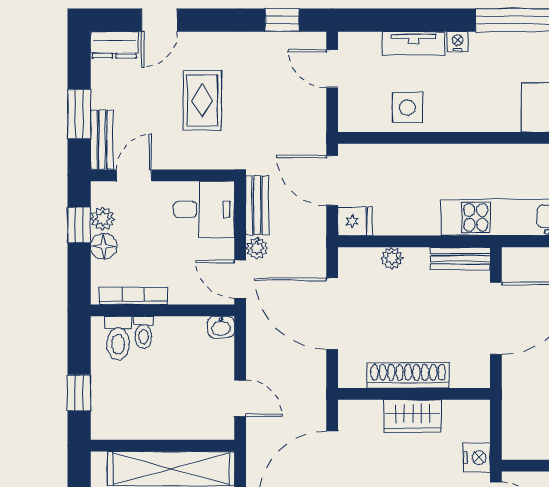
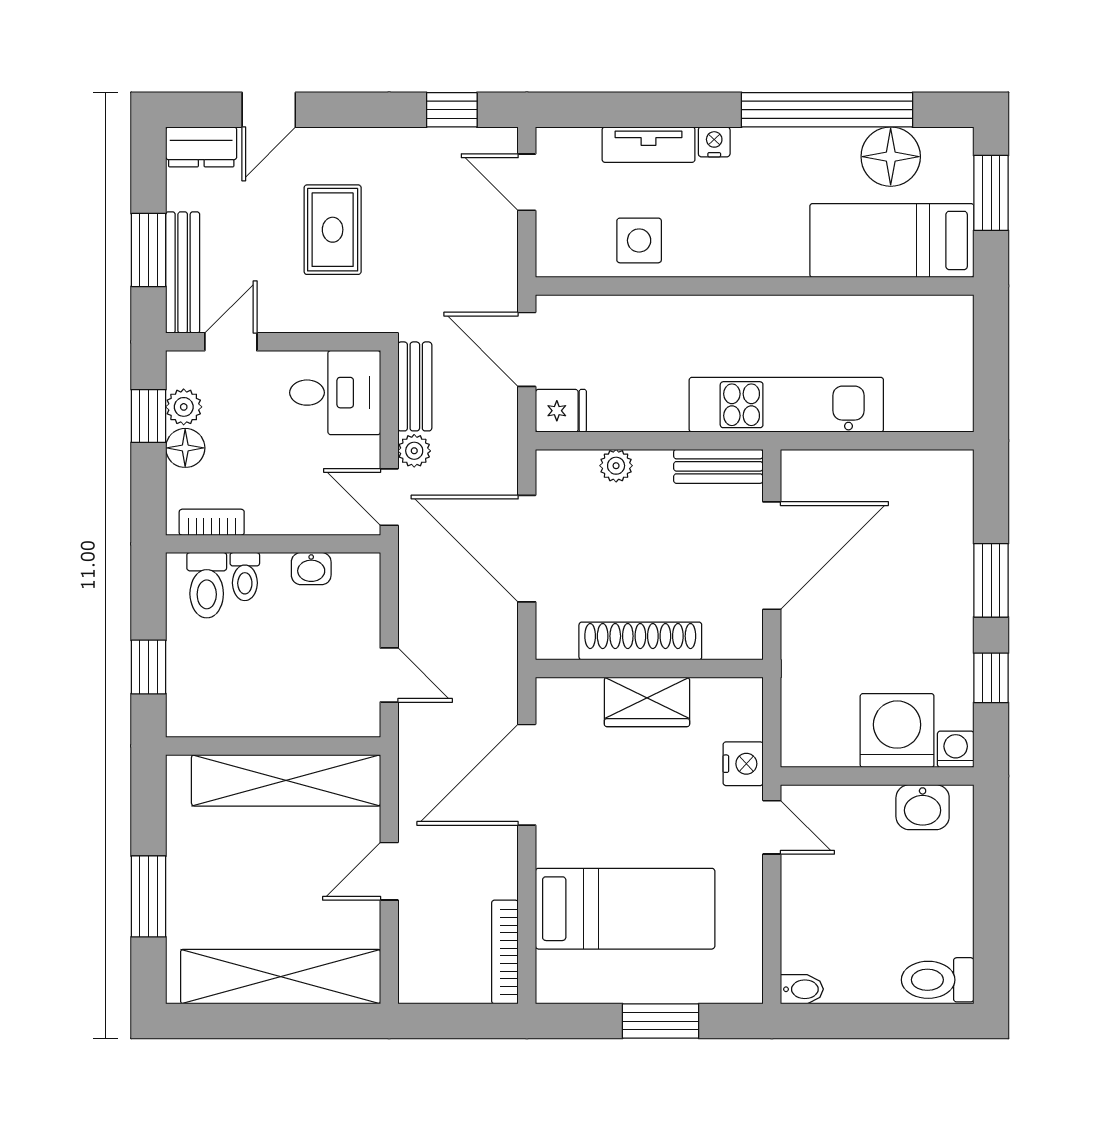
bench: (102, 140) -> (183, 273), width x1.36
bookcase: (134, 296) -> (212, 522), width x0.64
washbasin: (221, 327) -> (311, 569), moved

